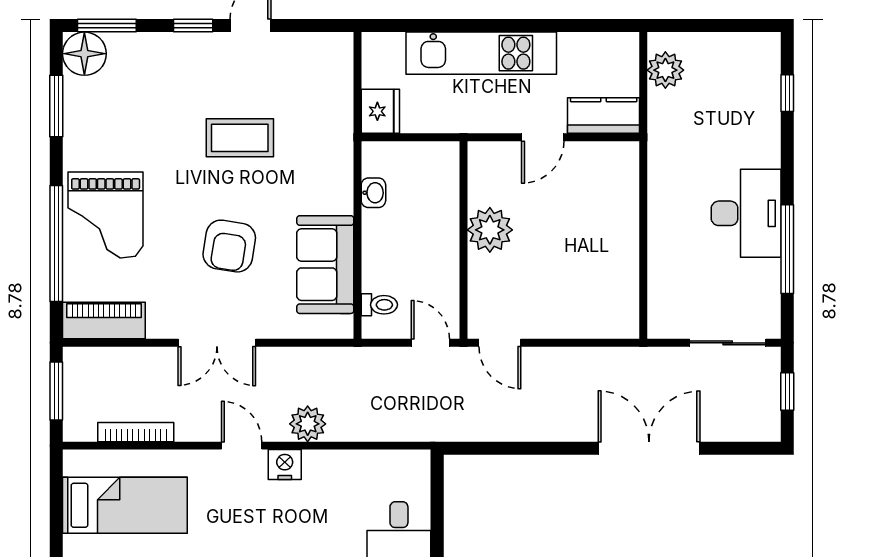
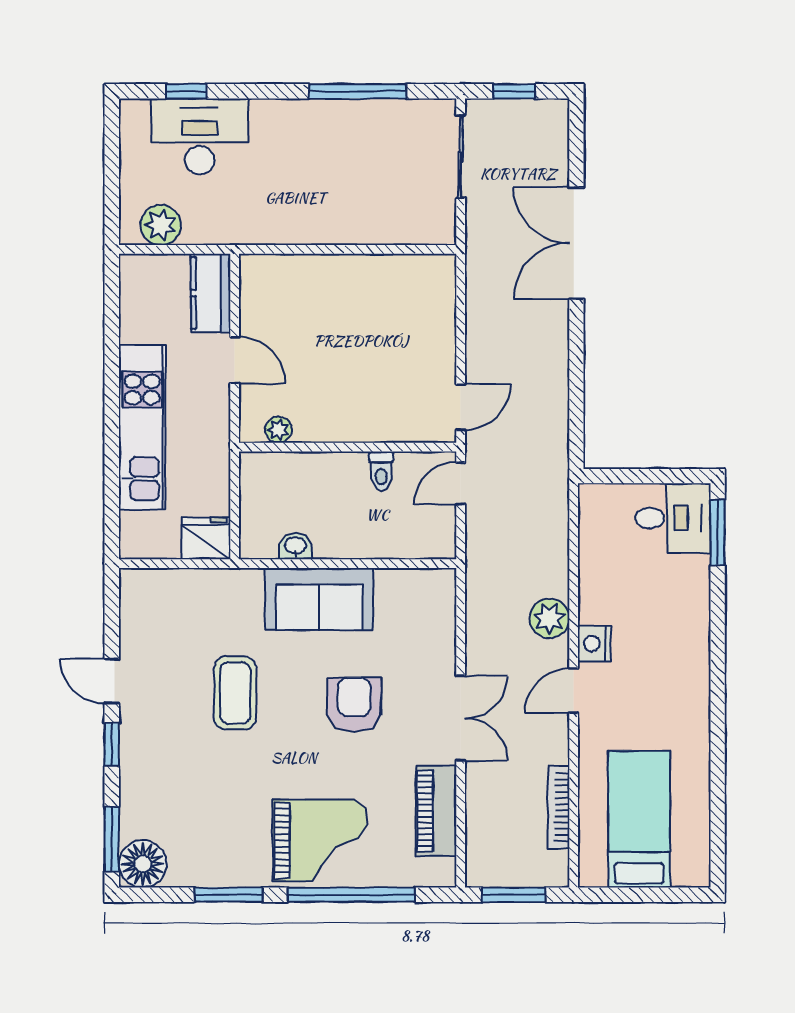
window: (56, 106) -> (229, 895), moved
desk: (746, 213) -> (200, 136), moved
plant: (490, 230) -> (278, 430), moved, width x0.53, depth x0.53
armchair: (229, 246) -> (354, 705), turned -99
sofa: (325, 265) -> (319, 599), moved
toilet: (379, 305) -> (381, 471), moved, turned 180
piano: (104, 321) -> (436, 811), moved

